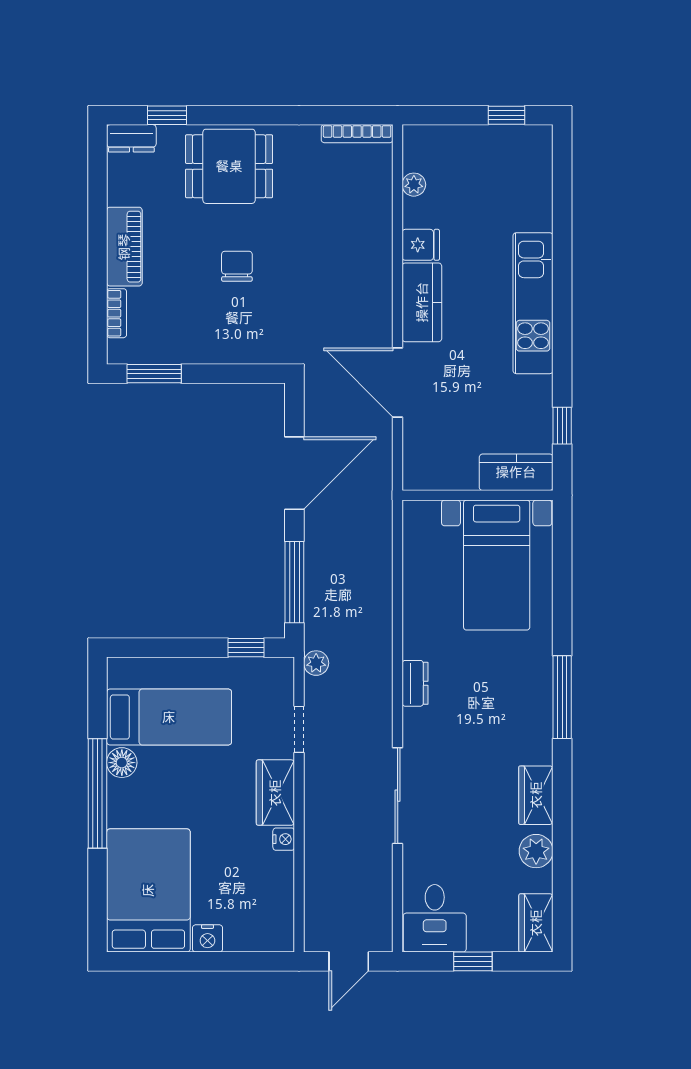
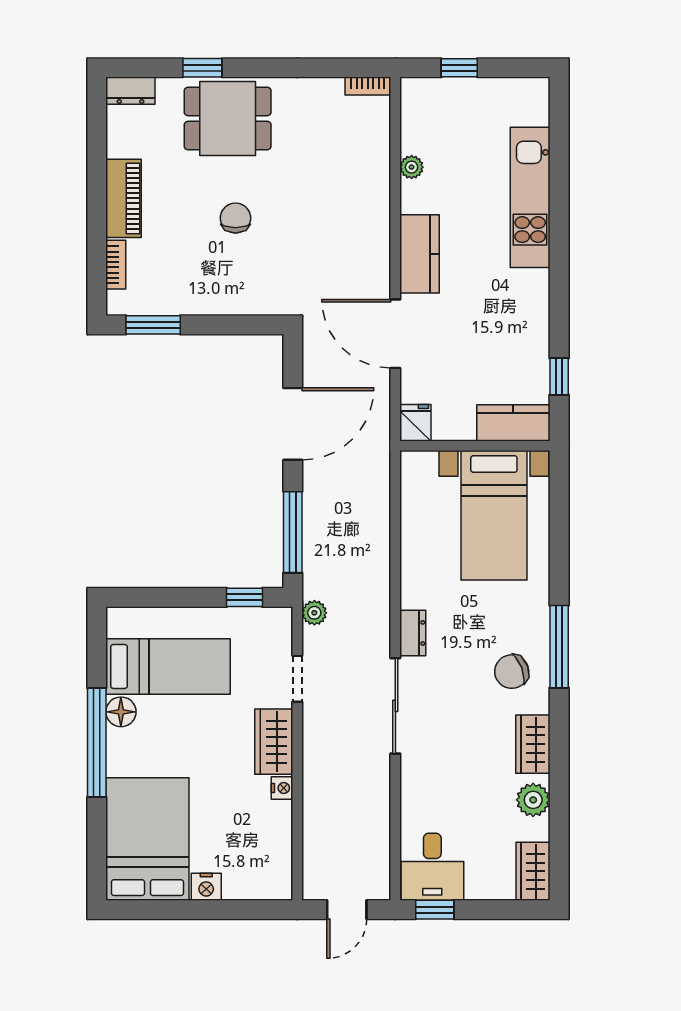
window: (167, 115) -> (202, 68), moved
window: (506, 115) -> (459, 68), moved
bookcase: (357, 134) -> (368, 86), width x0.64
plant: (414, 185) -> (412, 167), moved
fridge: (421, 245) -> (415, 423), moved, turned -90
kitchen unit: (533, 303) -> (530, 197), moved
chair: (515, 722) -> (512, 672), added
sliding door: (398, 796) -> (395, 706), moved
window: (473, 961) -> (435, 910), moved

